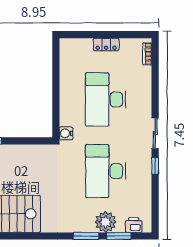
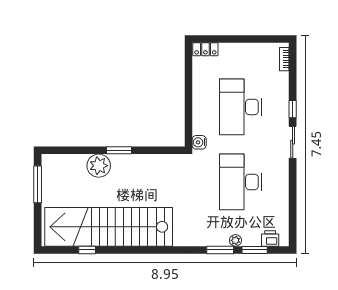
locker: (106, 45) -> (205, 49), moved
window: (155, 166) -> (293, 109), moved
plant: (106, 222) -> (235, 240), width x0.53, depth x0.53

